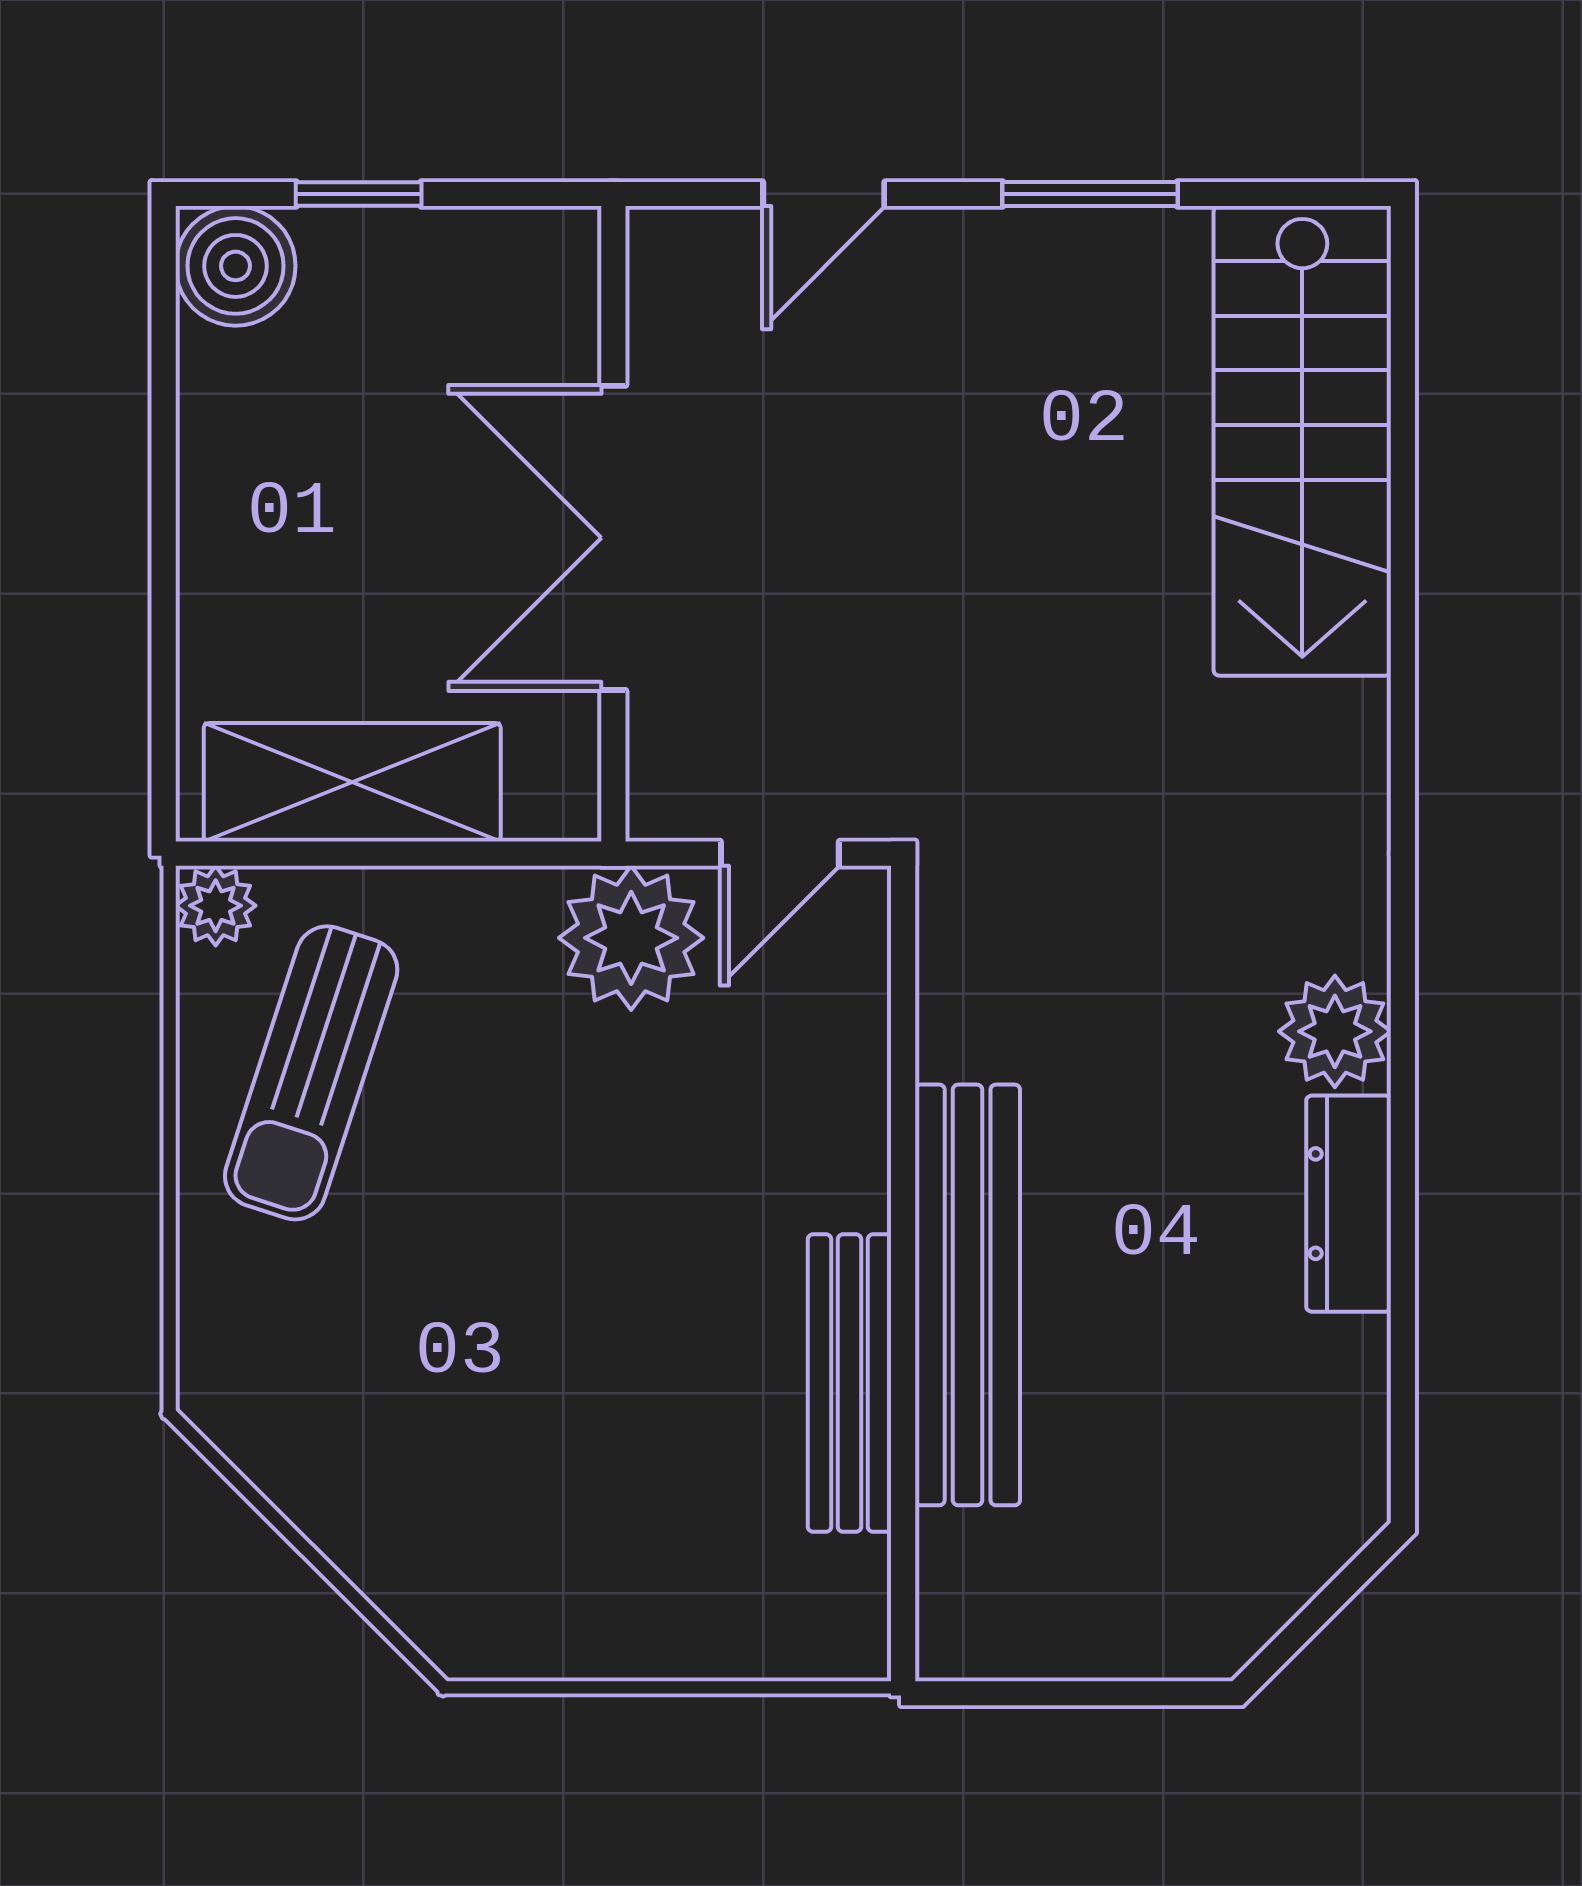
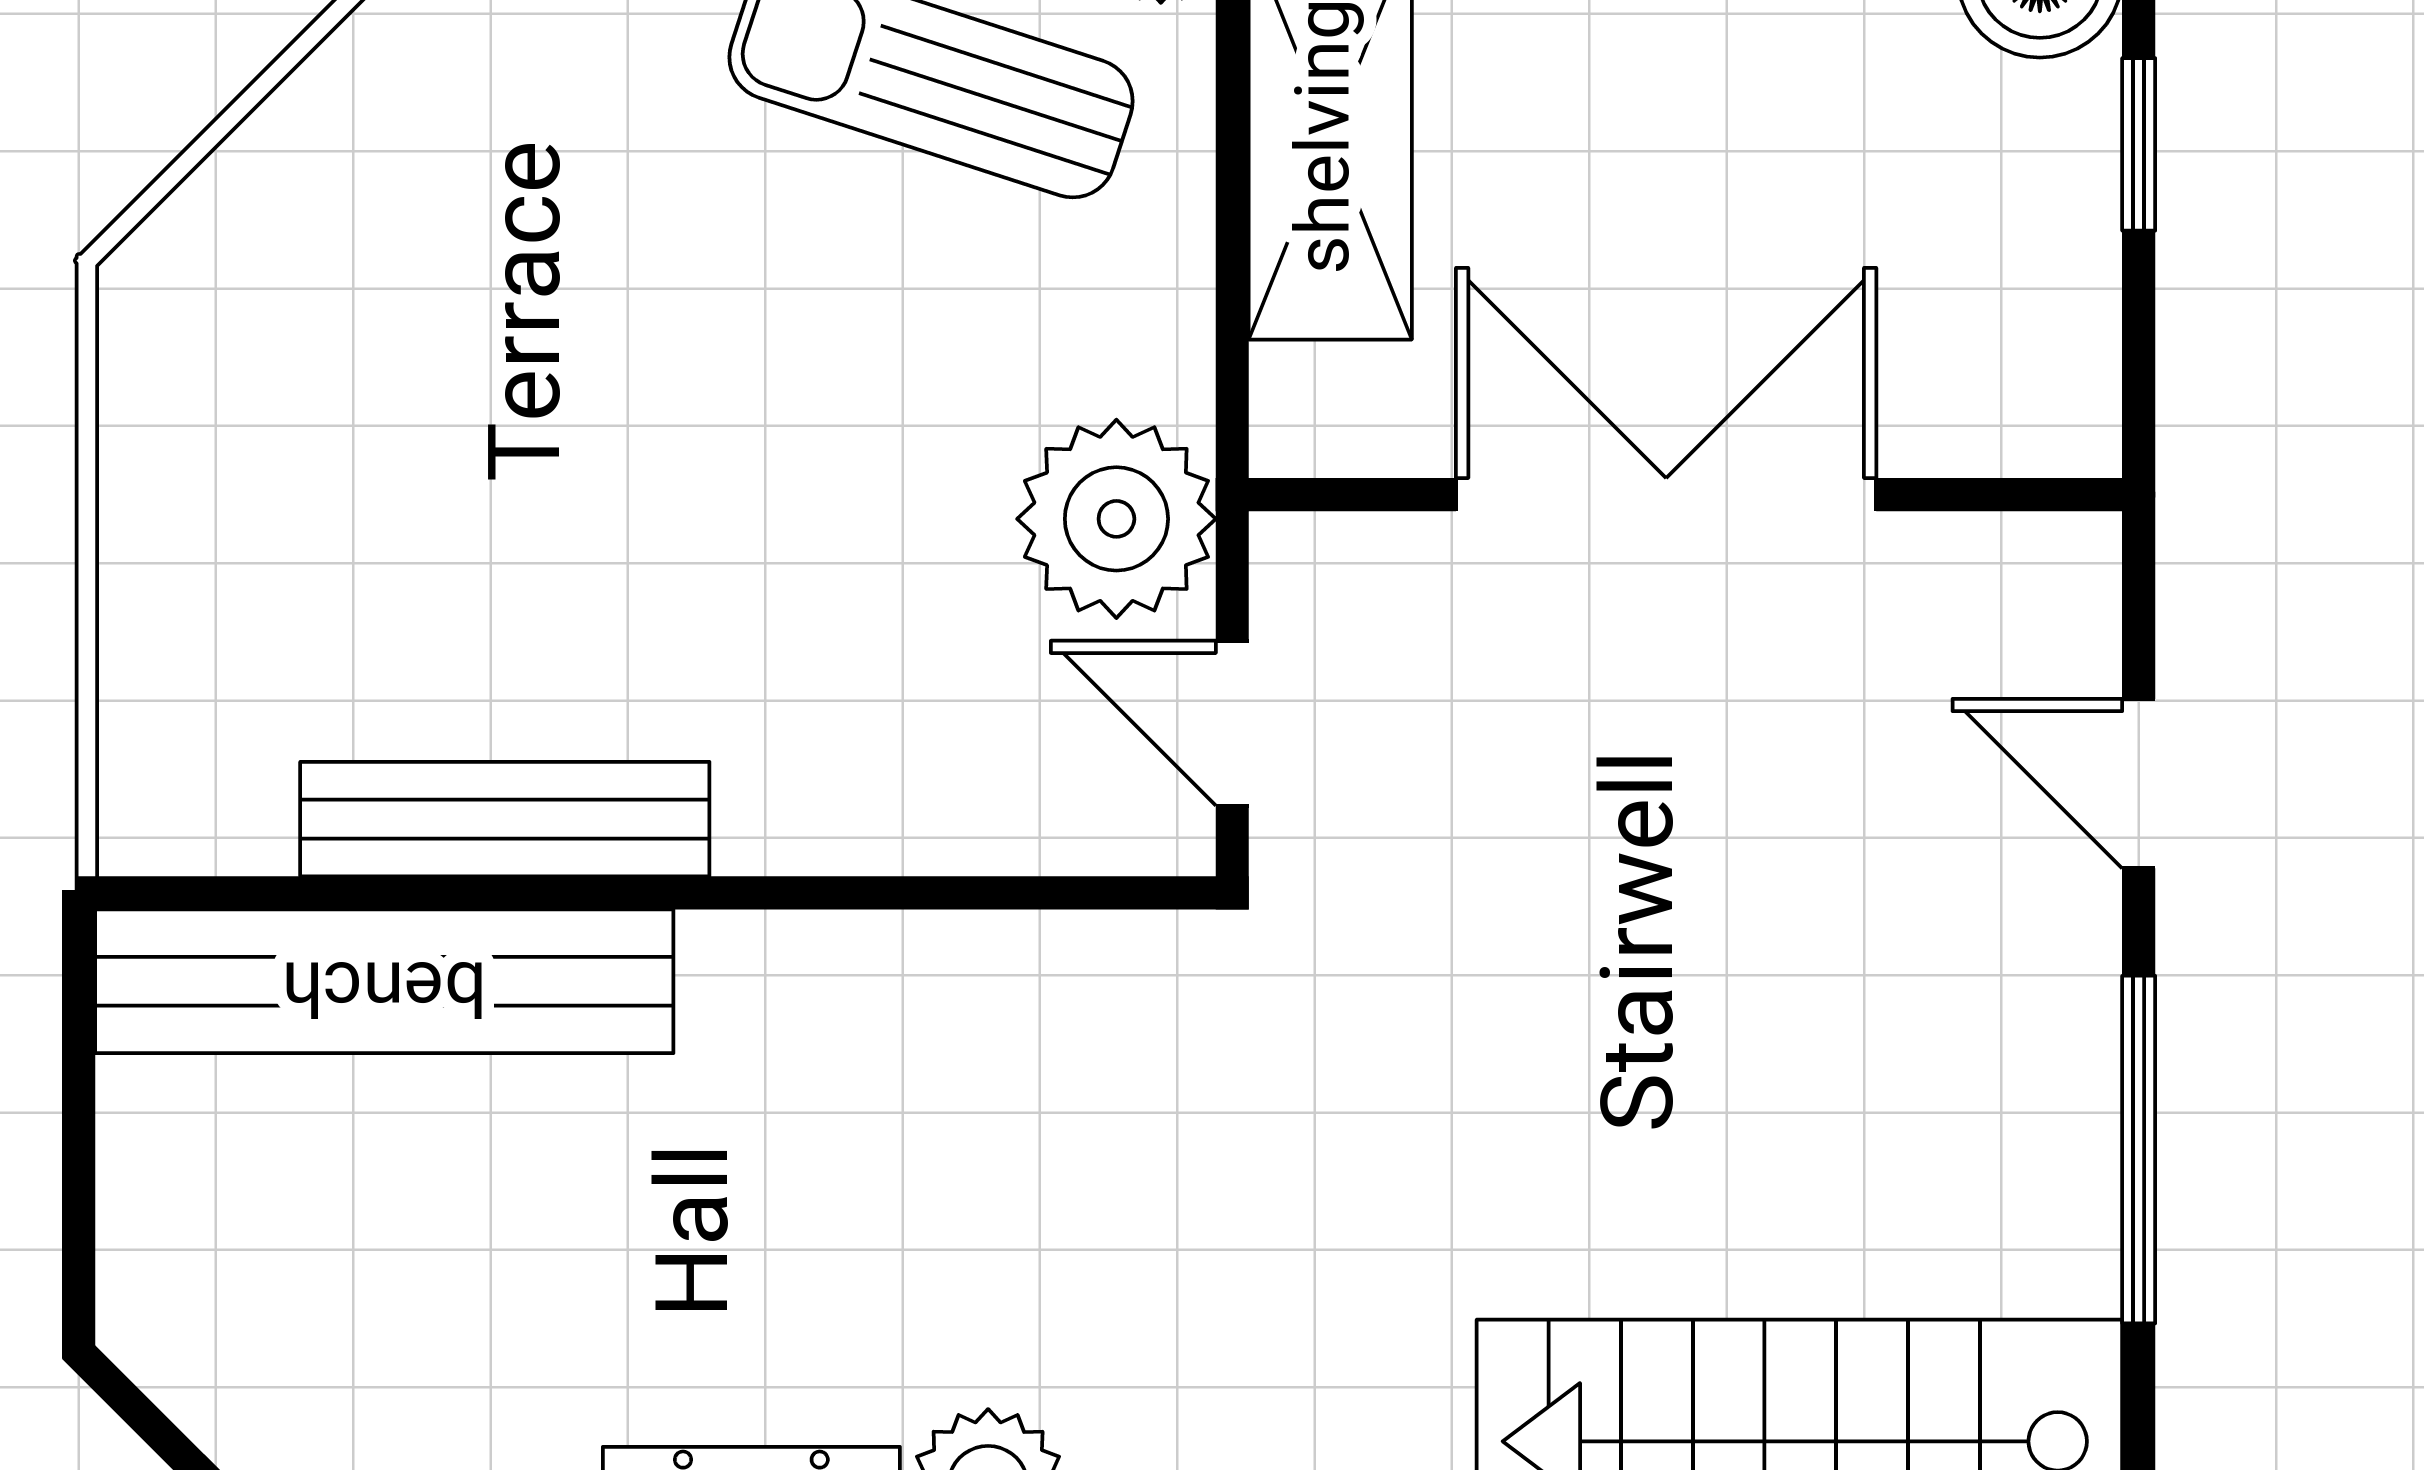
window: (1090, 194) -> (2139, 1150), width x1.44
bench: (968, 1295) -> (384, 981), moved

